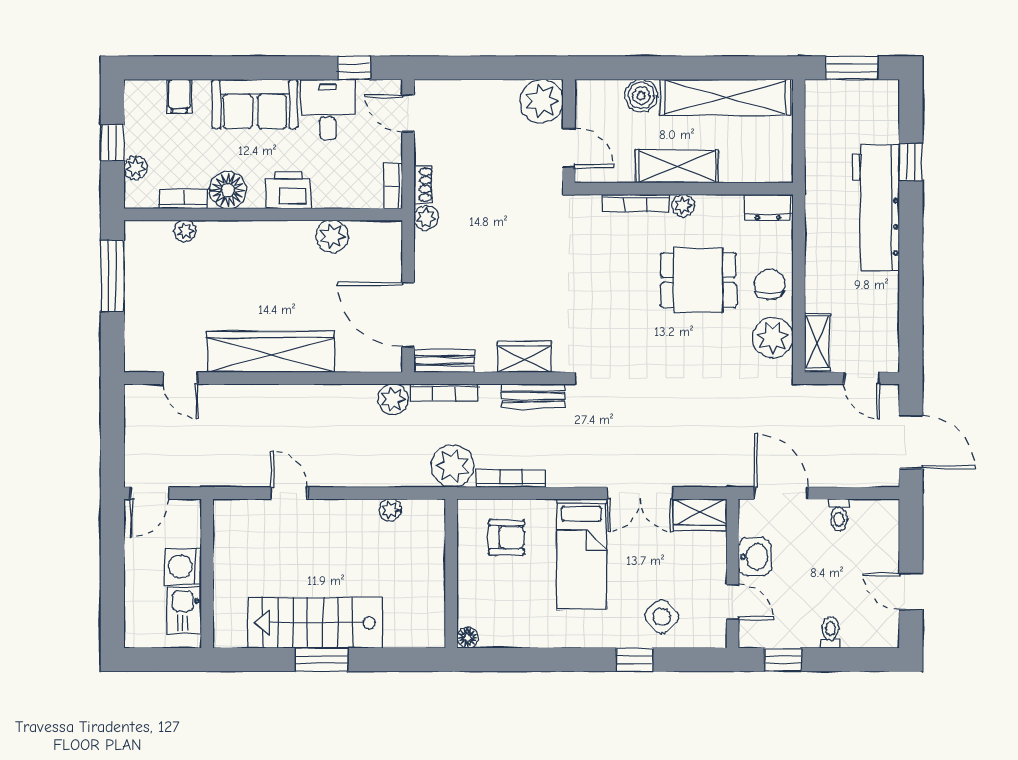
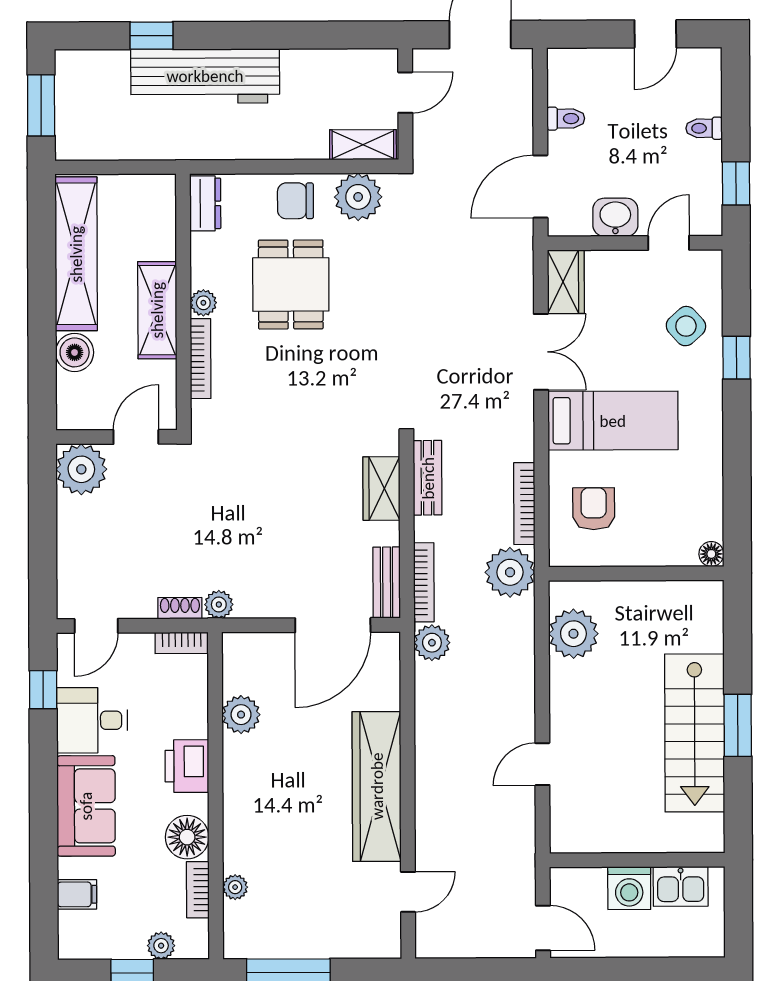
plant: (390, 510) -> (573, 634), width x1.88, depth x1.88

